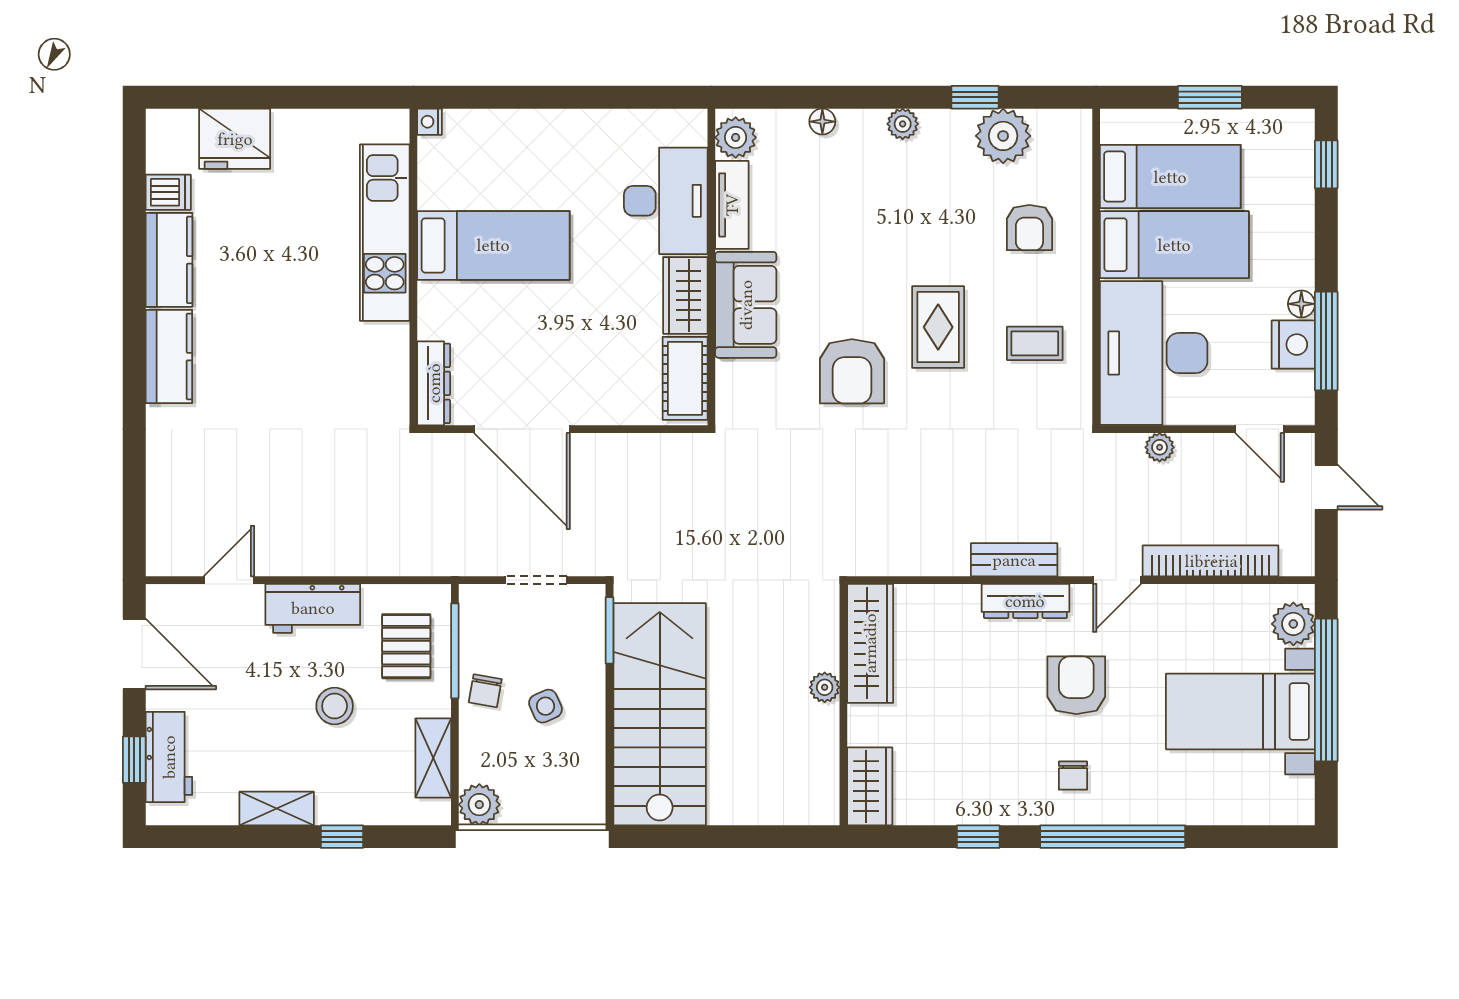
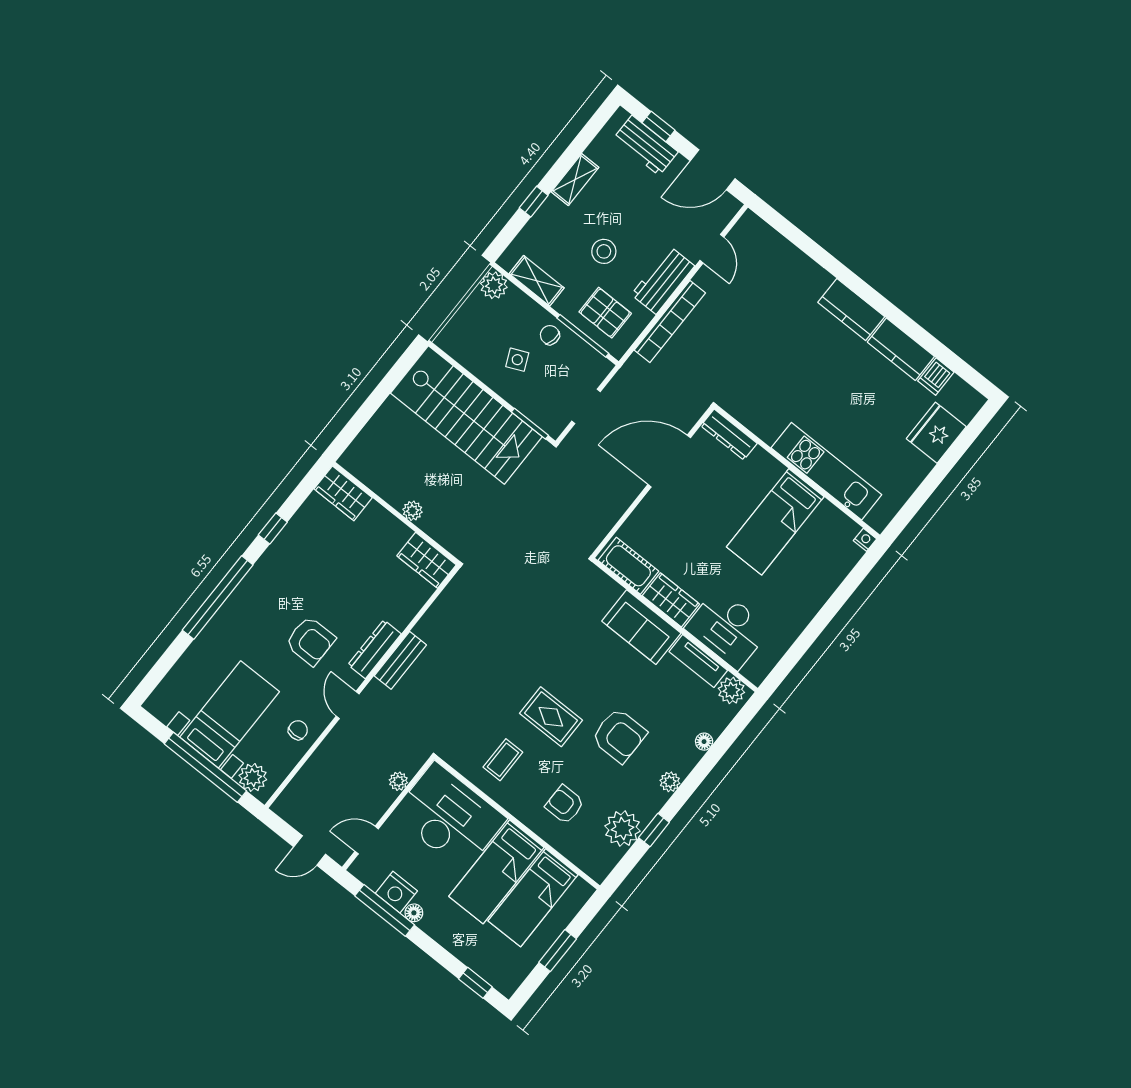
armchair: (852, 371) -> (619, 736), moved, turned 180
bookcase: (1211, 561) -> (670, 322), moved
wardrobe: (870, 643) -> (427, 560), width x0.67
chair: (1073, 776) -> (298, 730), moved, turned 90

